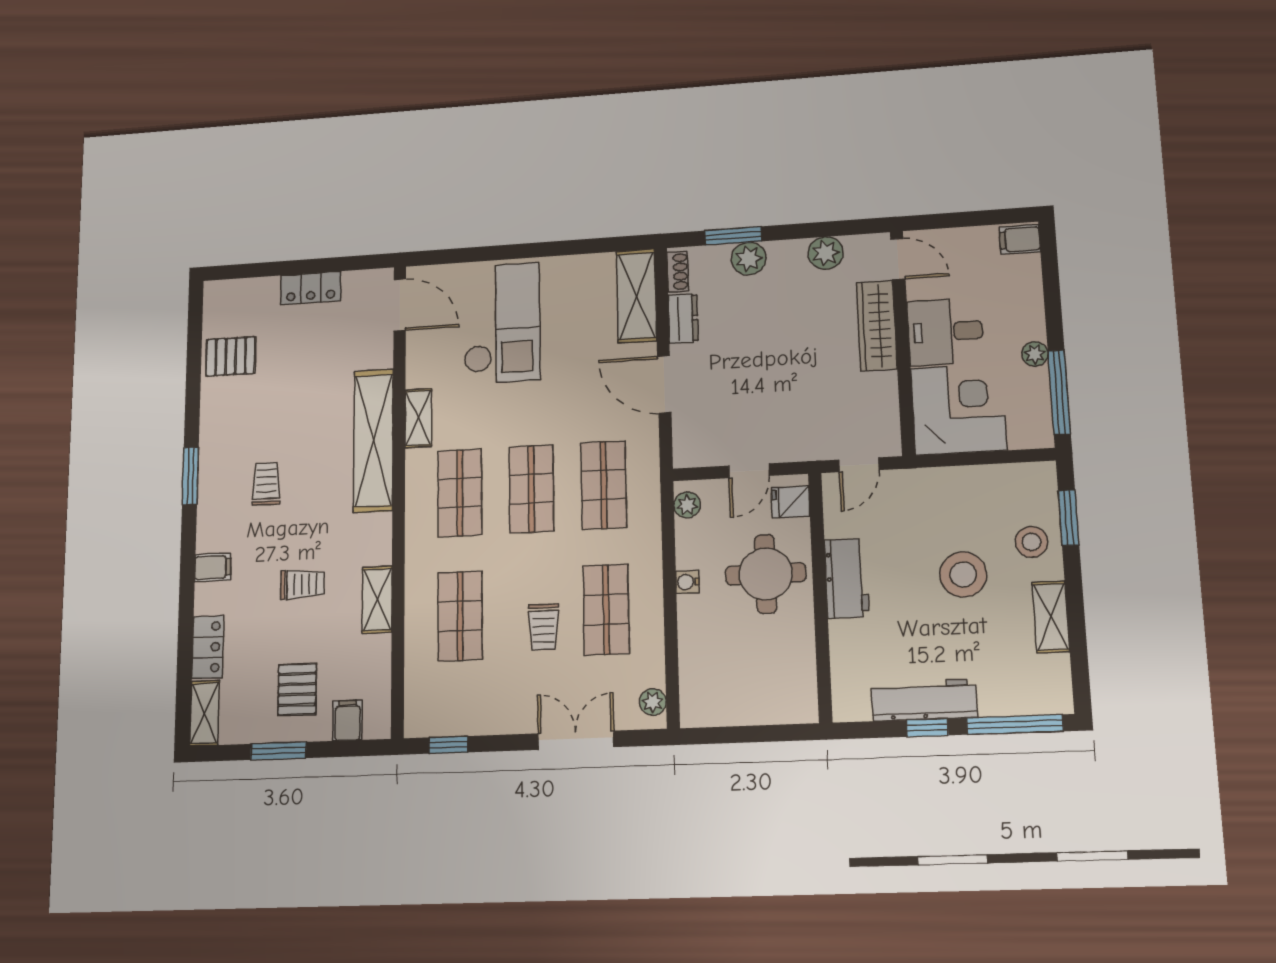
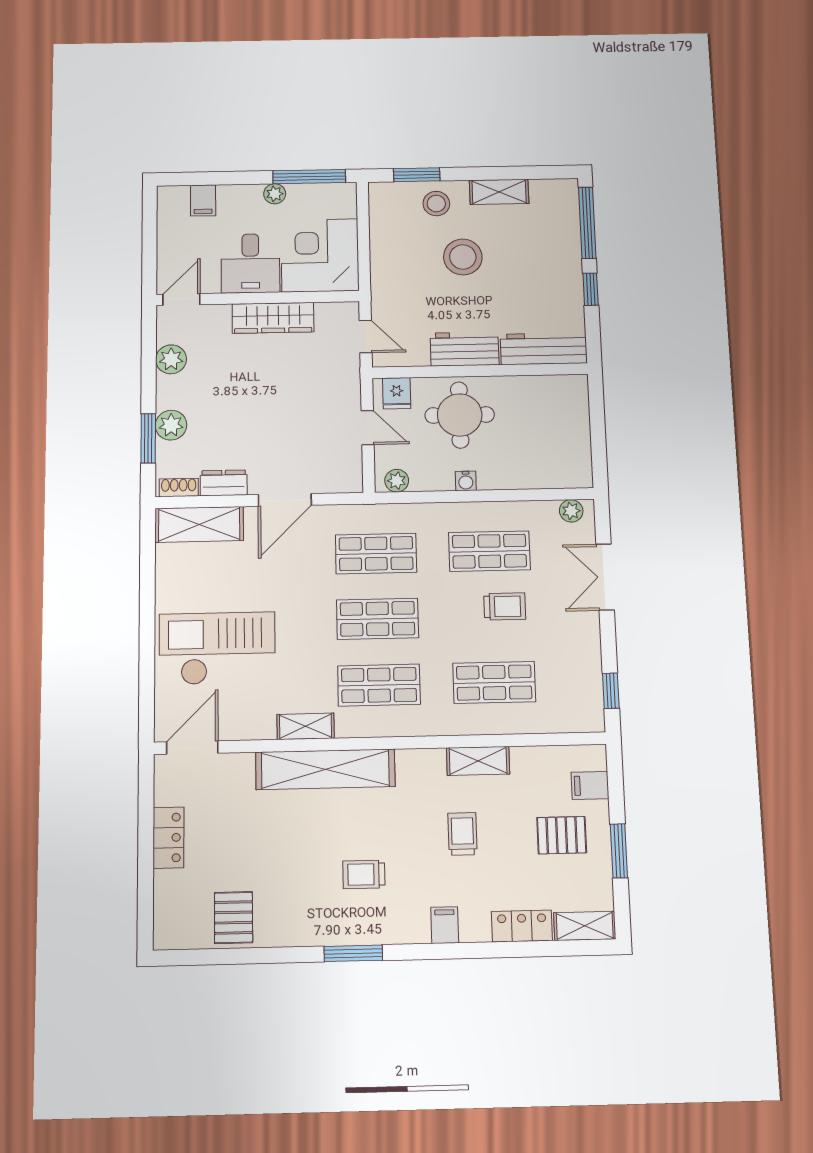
filing cabinet: (1020, 239) -> (203, 200), moved
wardrobe: (877, 326) -> (273, 318), moved
workbench: (924, 700) -> (544, 349), moved, turned 90

